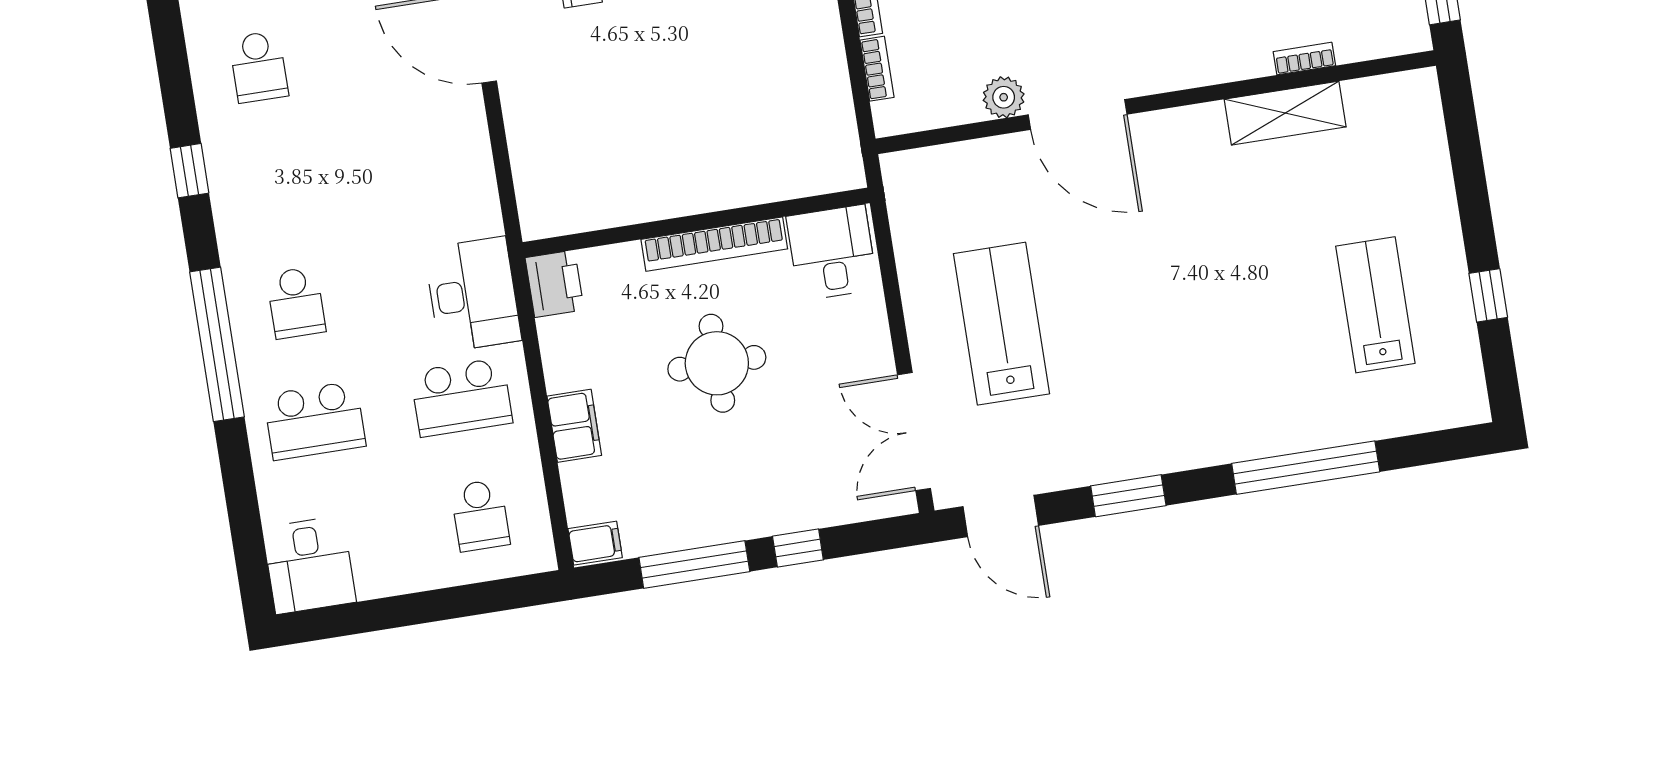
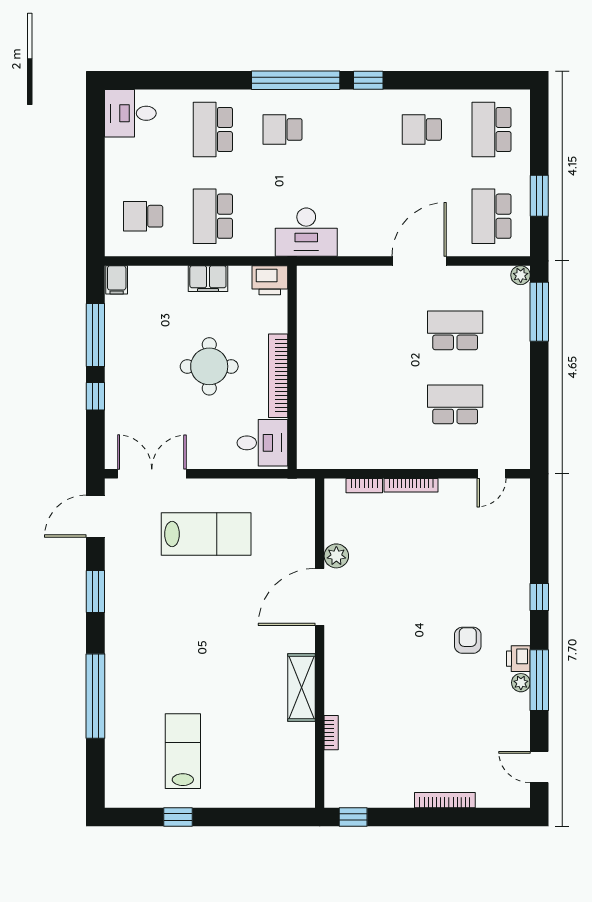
shelving: (1285, 113) -> (301, 688), moved
desk: (473, 294) -> (306, 232), moved
lab bench: (1375, 305) -> (183, 751), turned -90
window: (217, 344) -> (296, 80), moved
filing cabinet: (574, 426) -> (208, 279), moved

